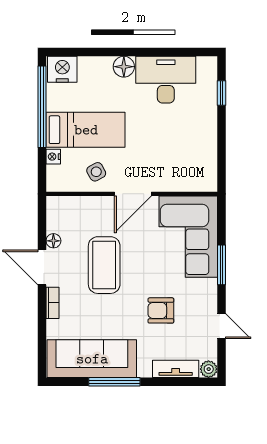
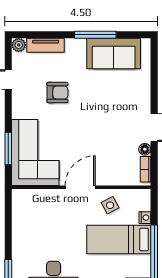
coffee table: (104, 265) -> (104, 129), removed
window: (221, 265) -> (8, 149), moved
bookcase: (52, 303) -> (146, 169), moved
sofa: (92, 359) -> (114, 53), width x0.73

